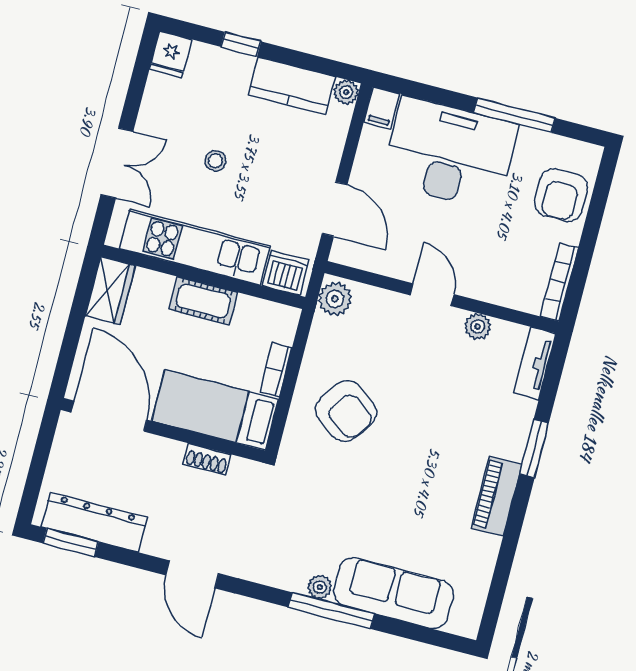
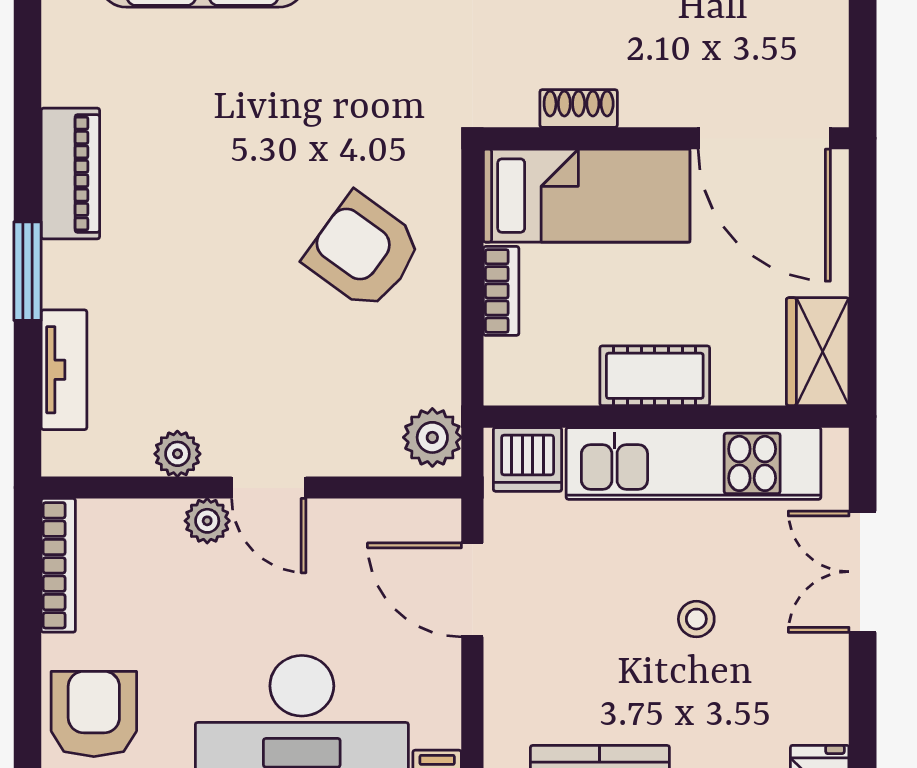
plant: (471, 285) -> (207, 521), added
tv unit: (535, 363) -> (64, 370), moved

